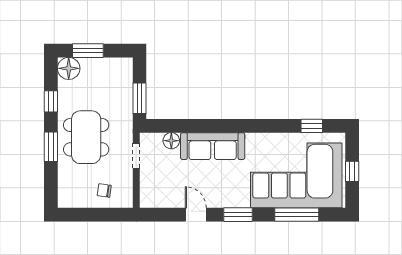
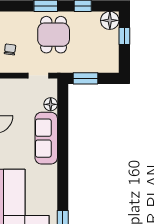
window: (88, 51) -> (124, 36), width x0.67
dining table: (86, 137) -> (54, 35), width x0.73

